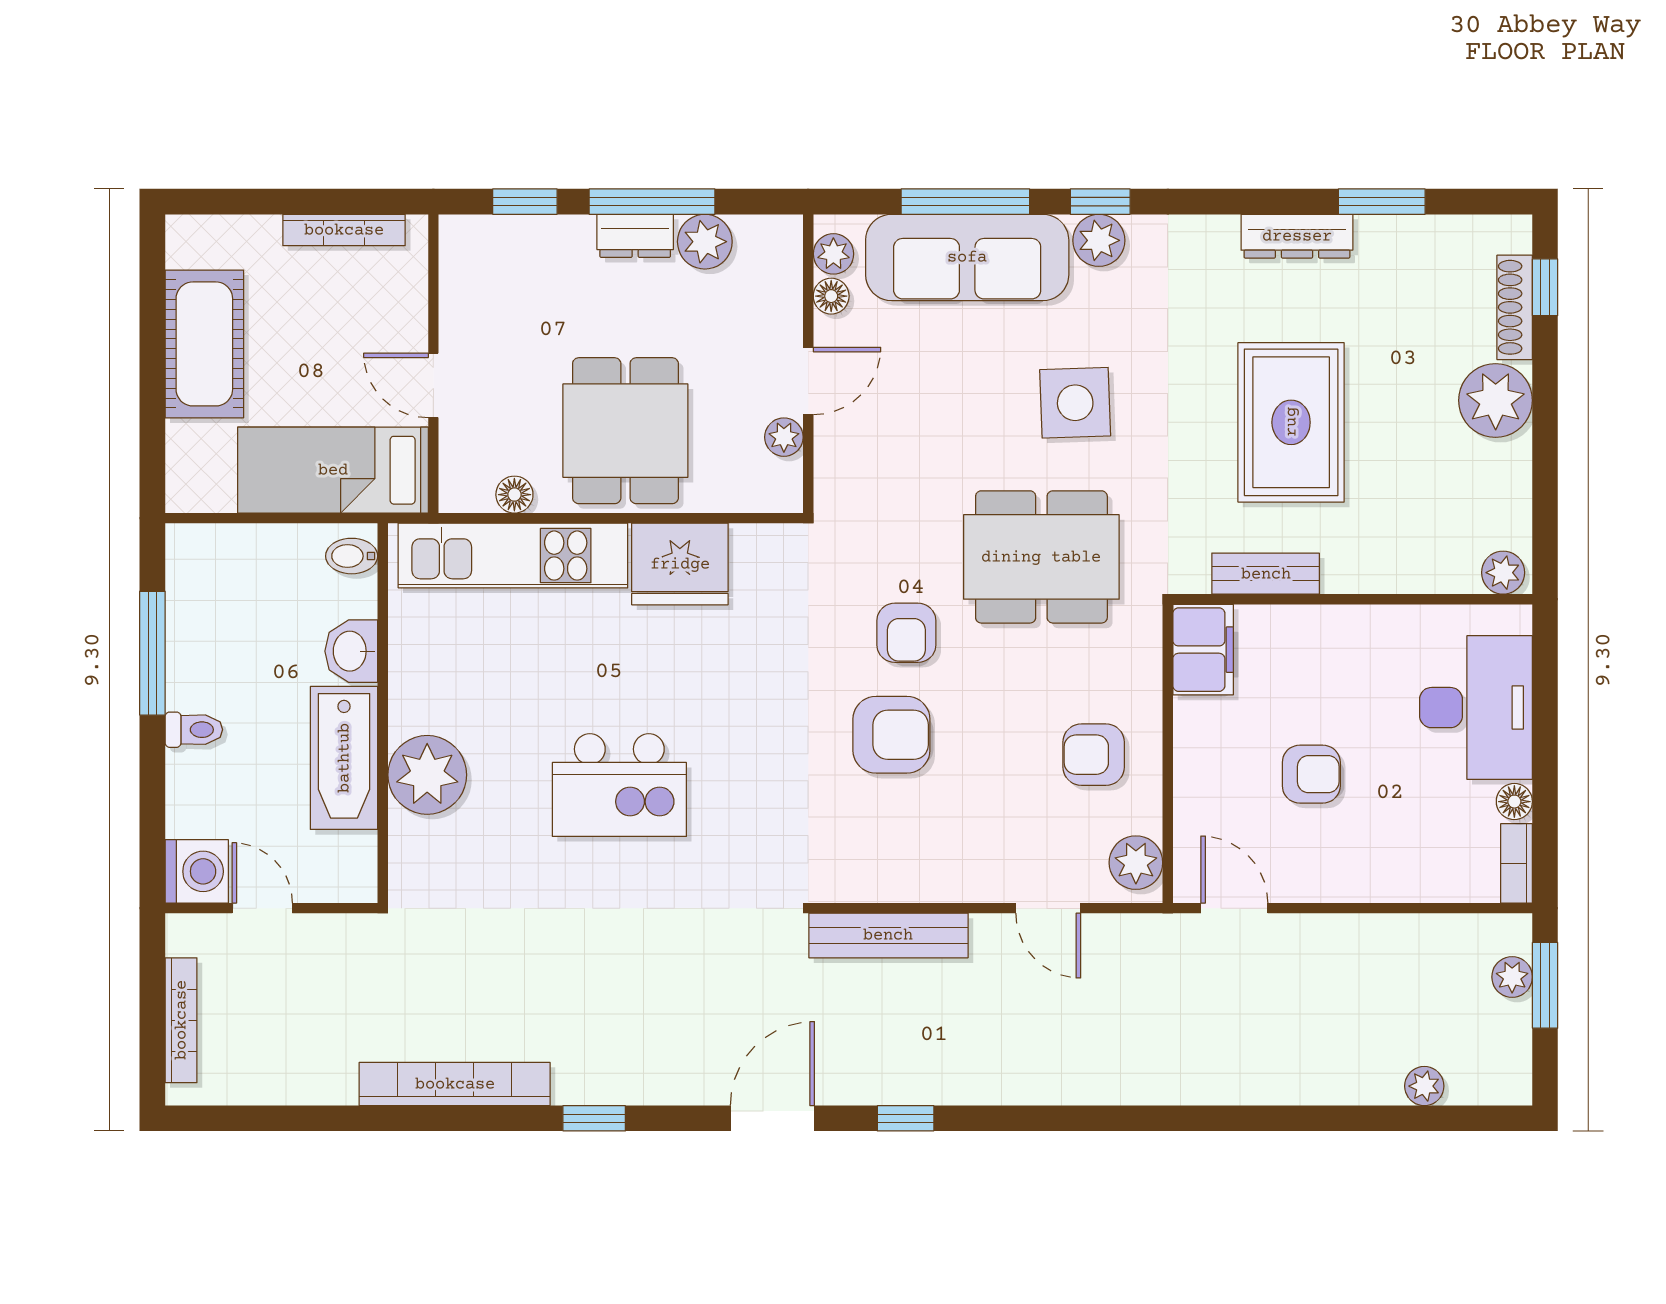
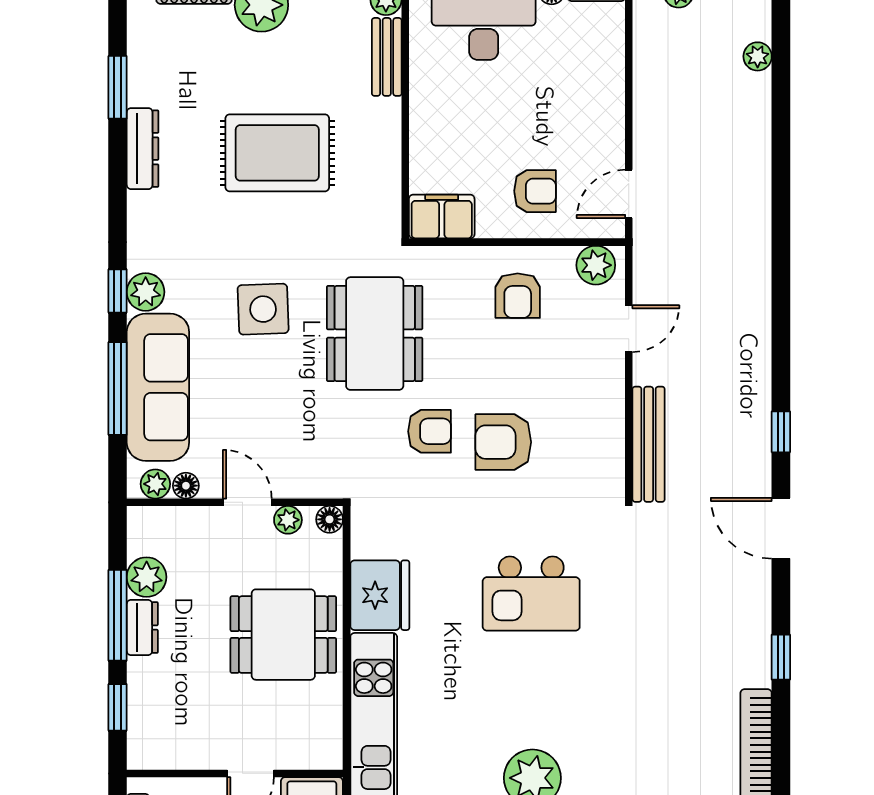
floor lamp: (514, 495) -> (330, 519), moved
bench: (1266, 574) -> (387, 57), moved
armchair: (891, 735) -> (503, 442), turned -90
armchair: (1311, 774) -> (535, 191), moved, turned 90
kitchen island: (619, 785) -> (531, 594), moved, turned 90

